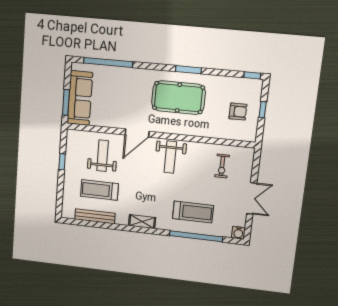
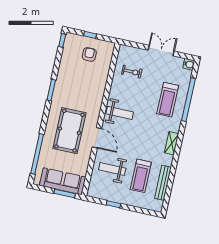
pool table: (178, 98) -> (69, 131), moved
treadmill: (193, 212) -> (168, 100), turned 180

